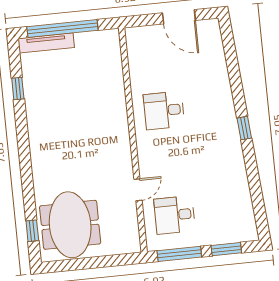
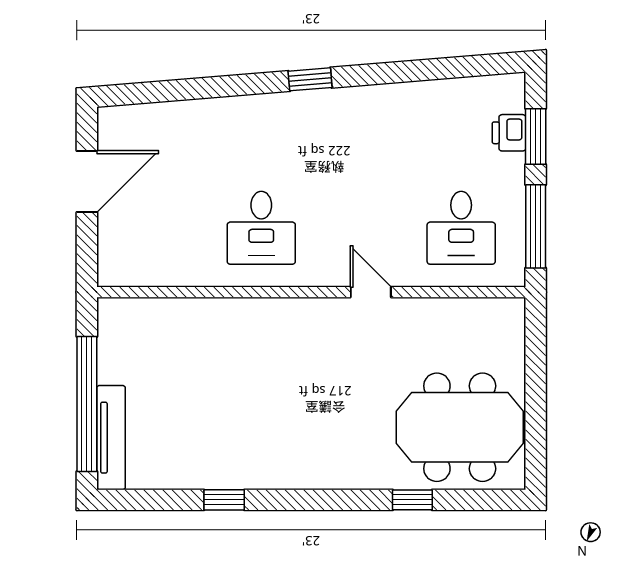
window: (18, 89) -> (224, 500), moved
door: (138, 190) -> (371, 292), moved
window: (32, 231) -> (412, 500), moved
printer: (227, 235) -> (509, 133), added

